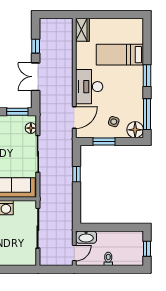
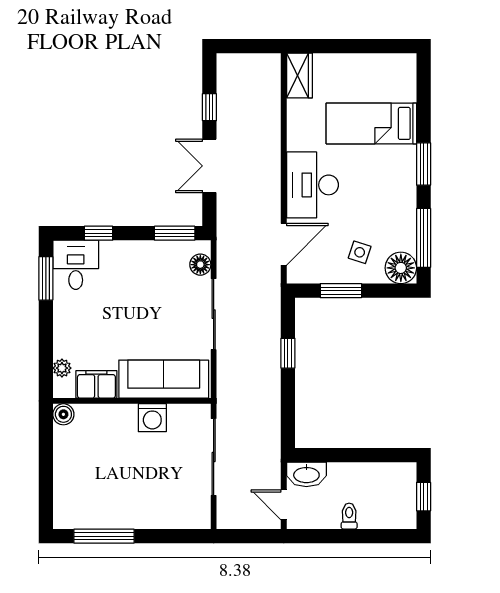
door: (74, 253) -> (284, 505), swing flipped

